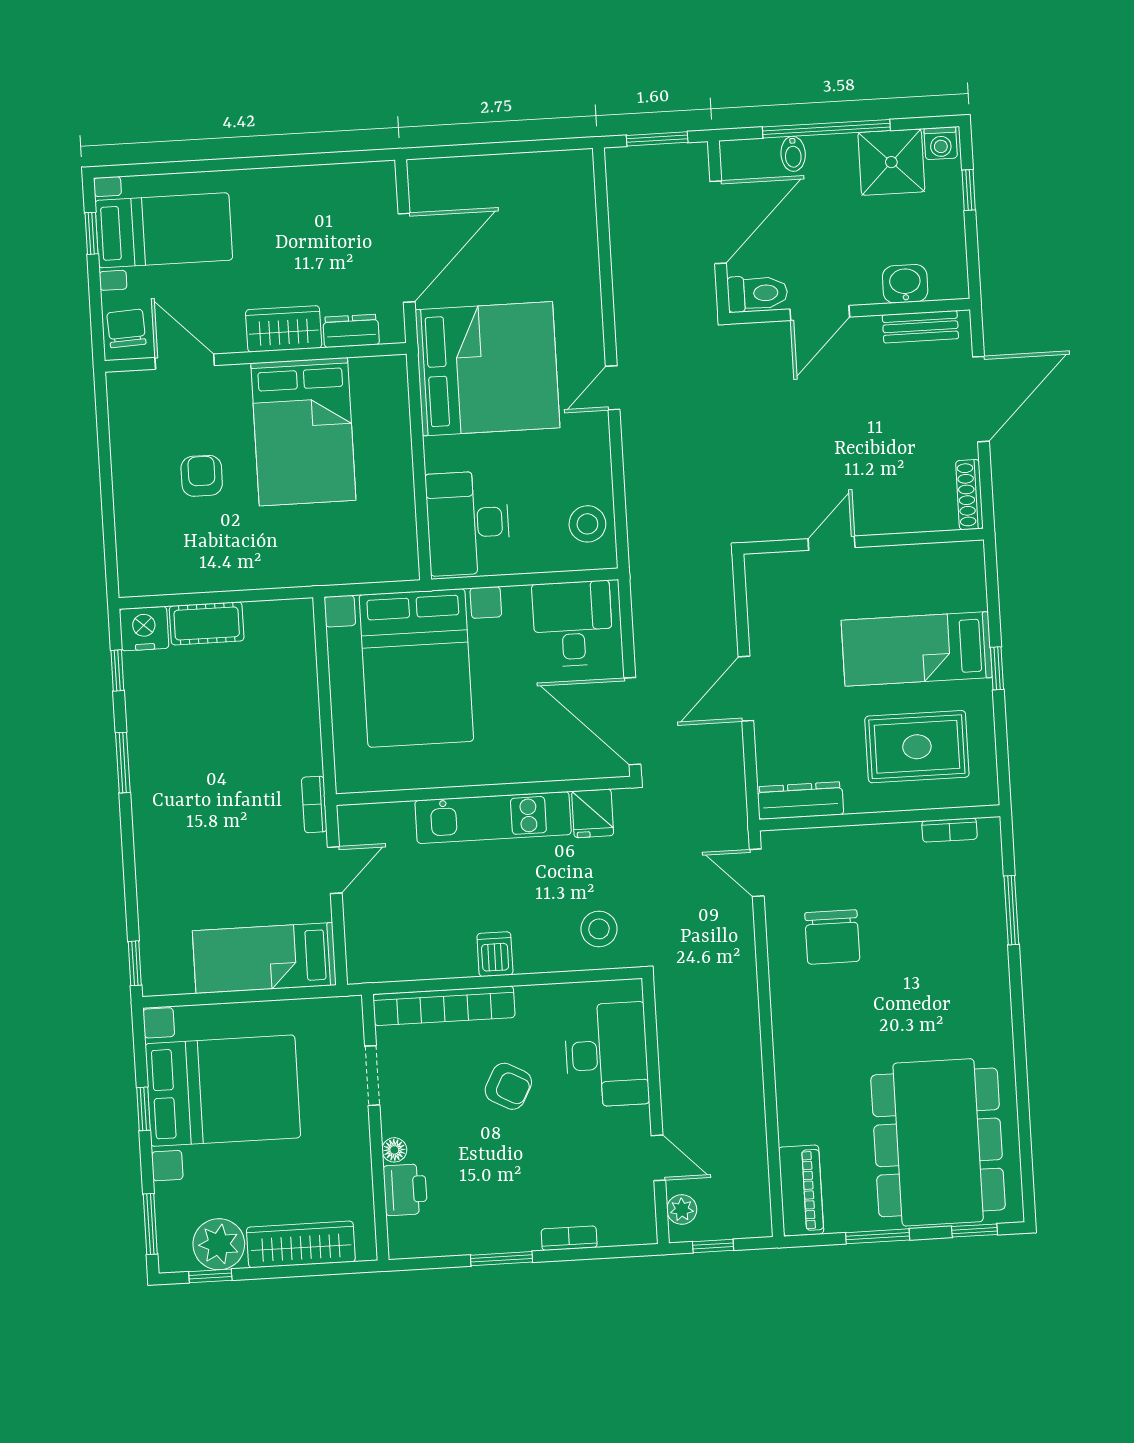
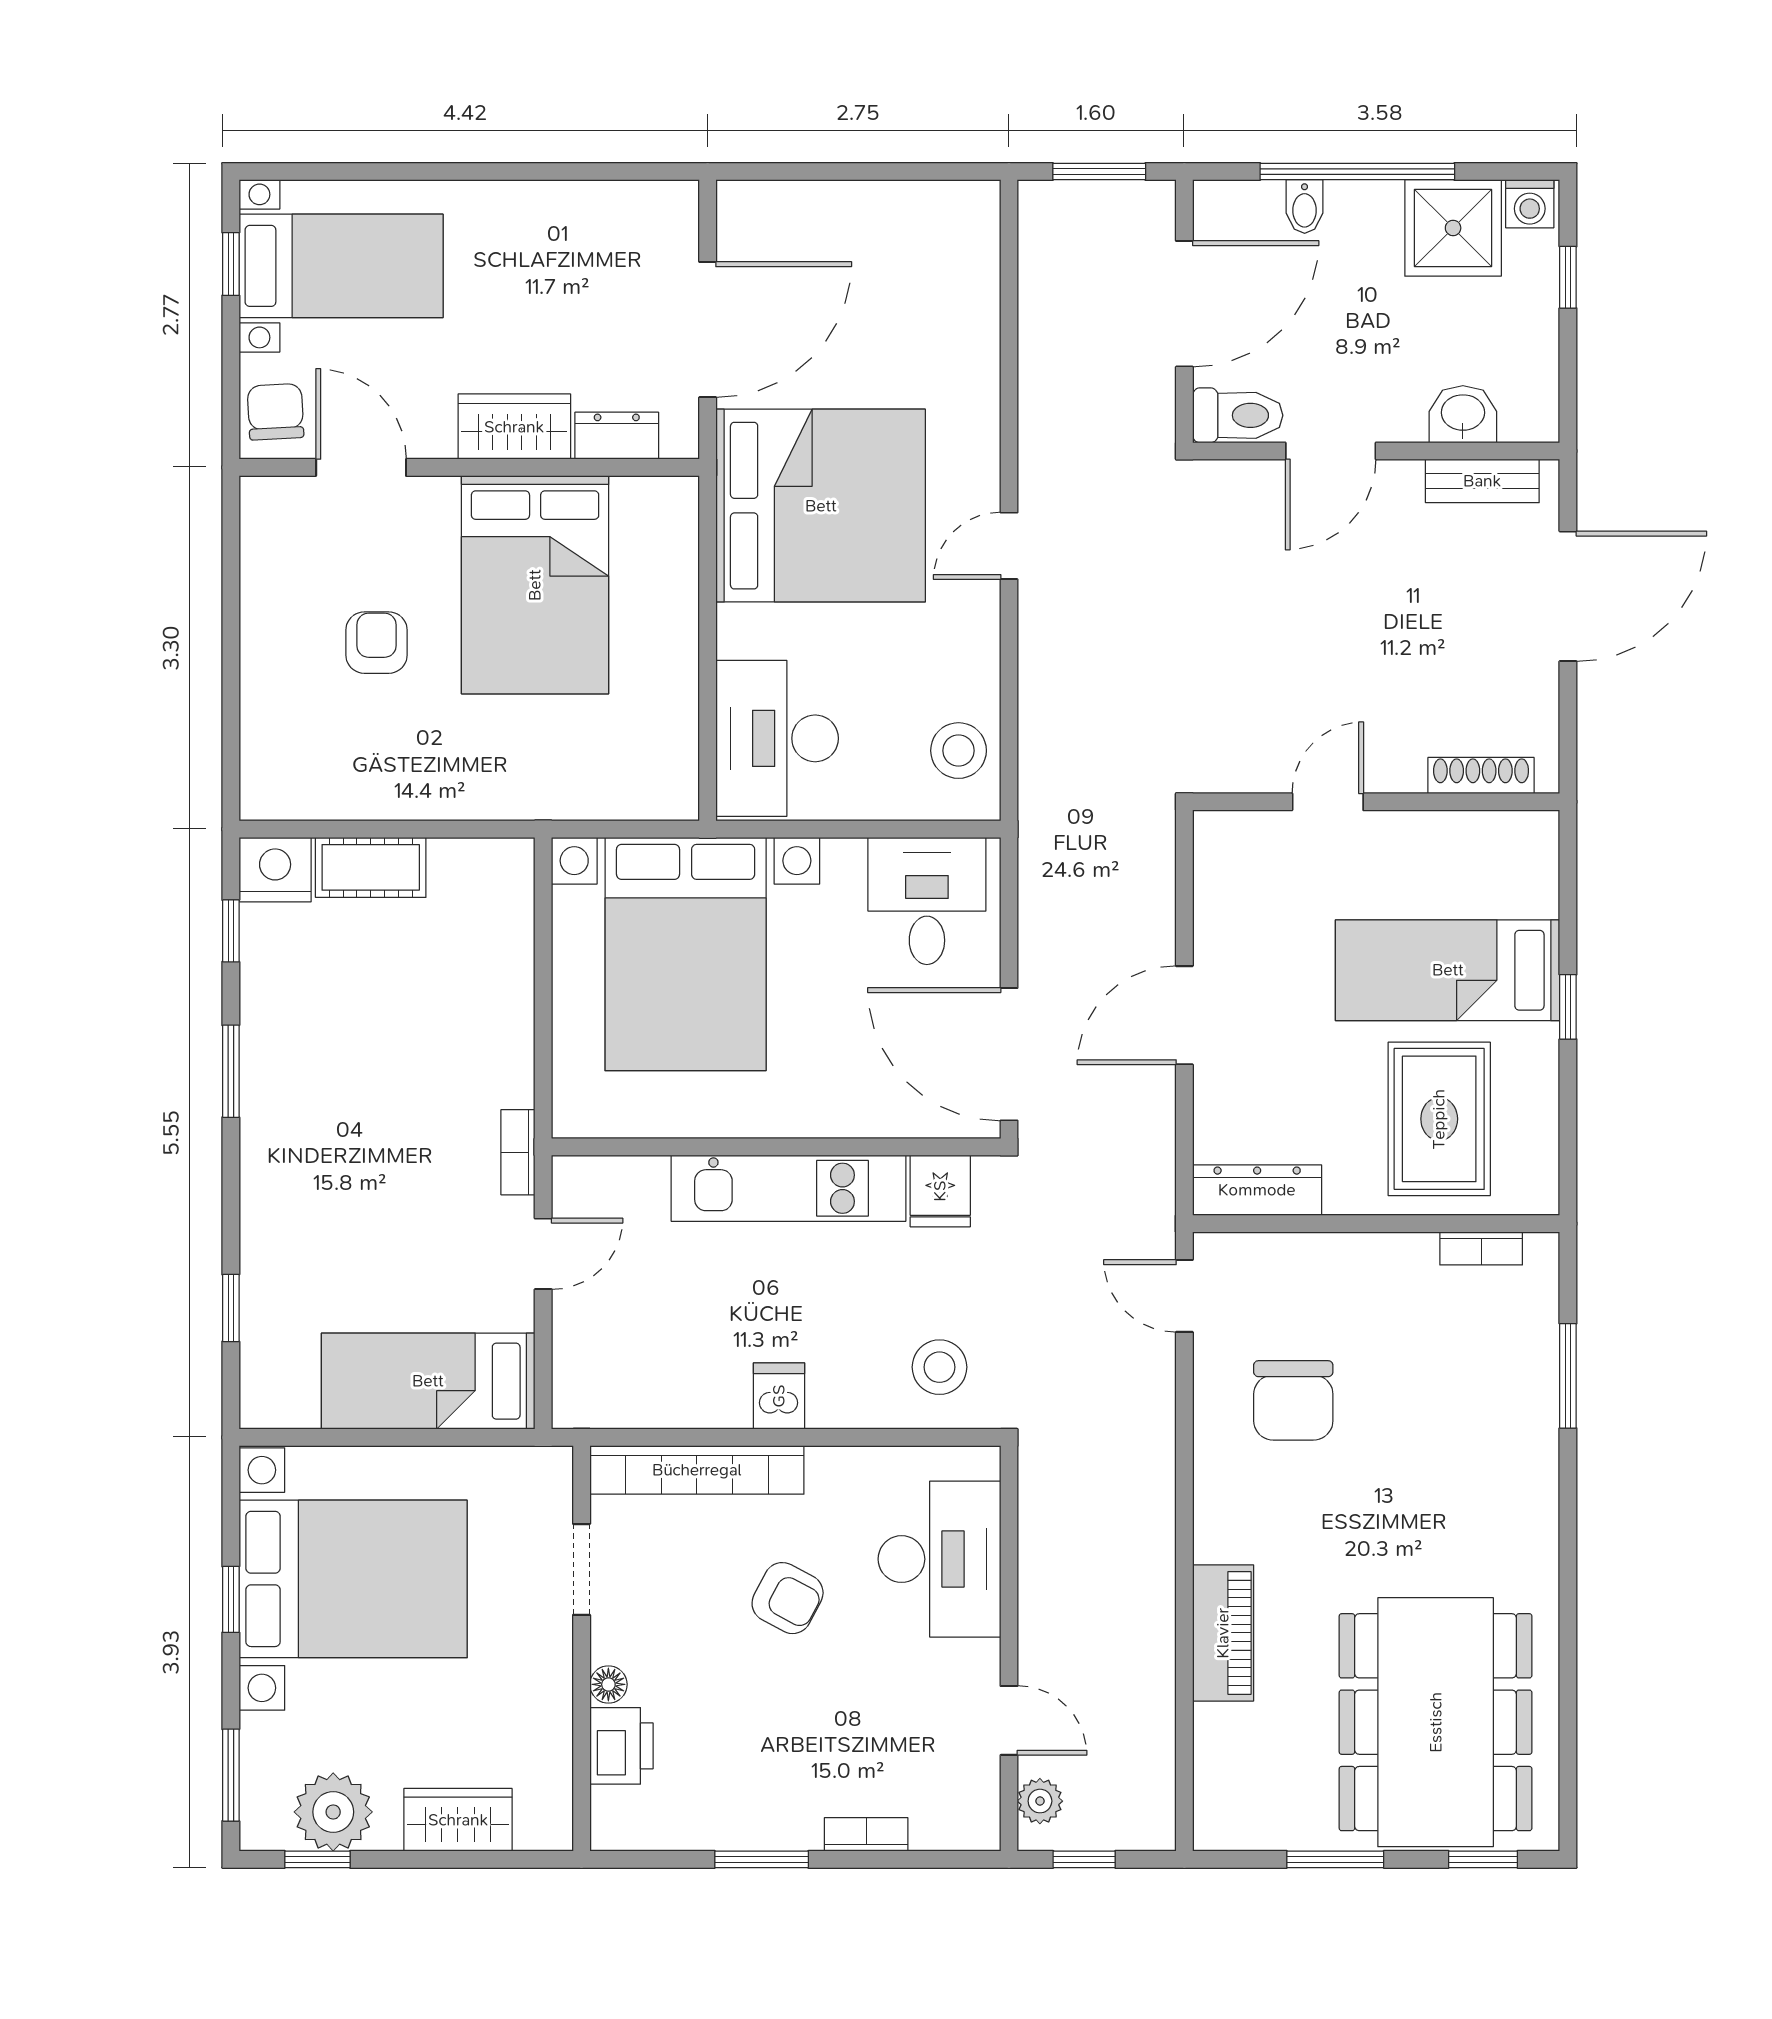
shoe rack: (969, 495) -> (1481, 775), moved, turned 90
rug: (917, 747) -> (1439, 1119), turned 90
window: (135, 963) -> (231, 1308), moved
piano: (801, 1191) -> (1223, 1633), moved
wardrobe: (301, 1244) -> (458, 1820), width x0.67

